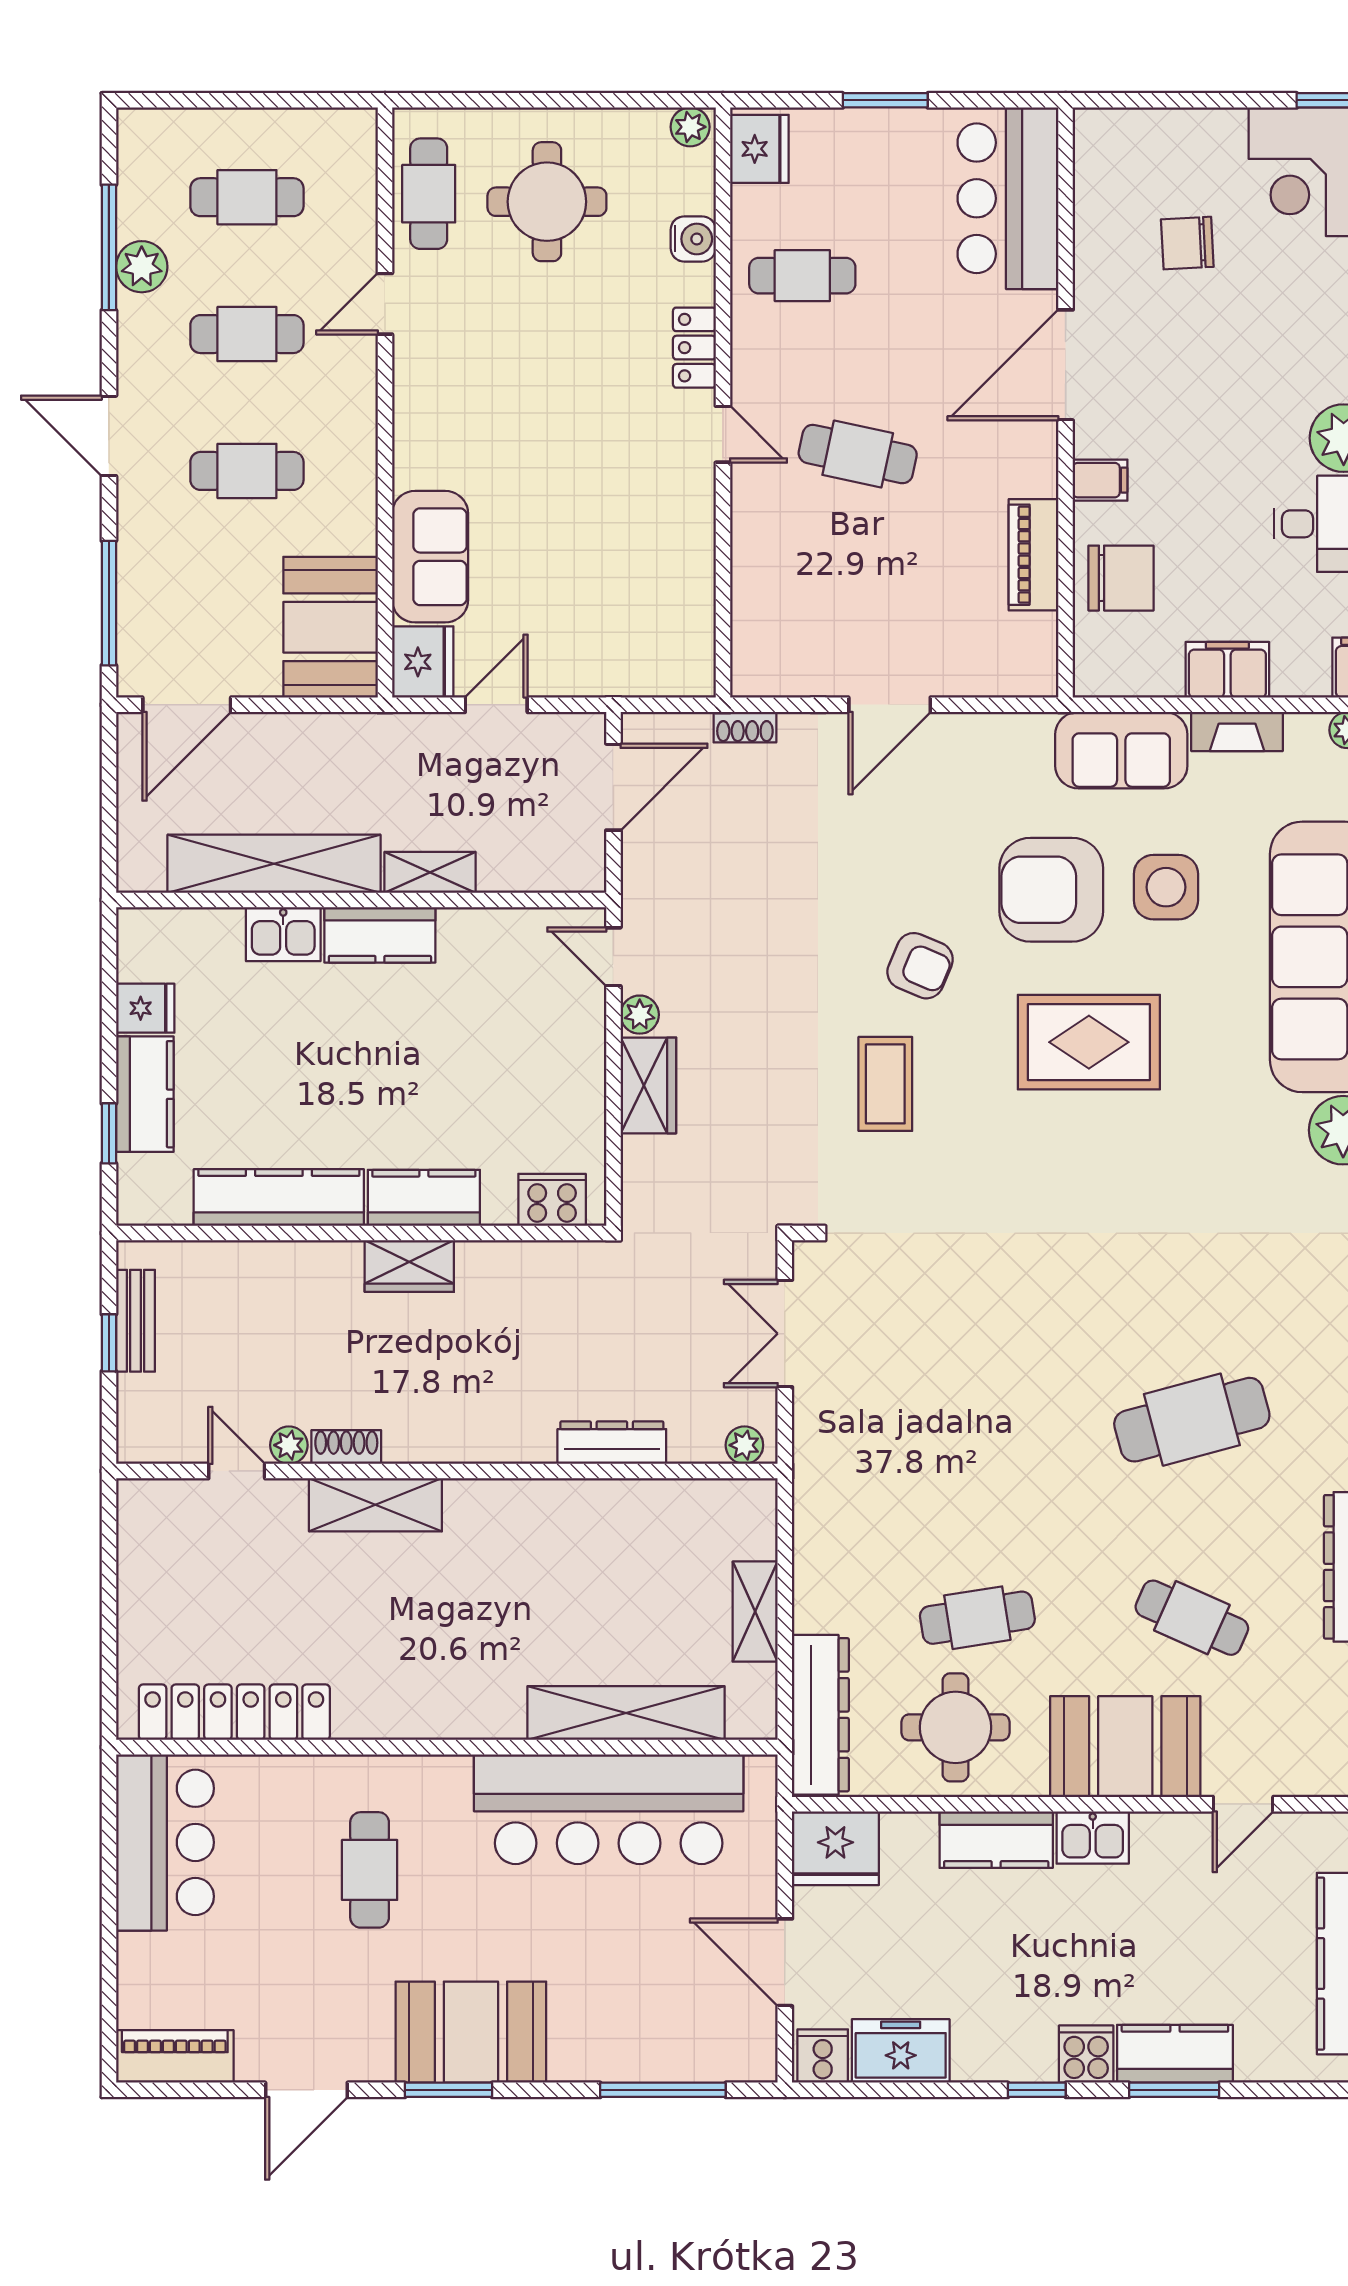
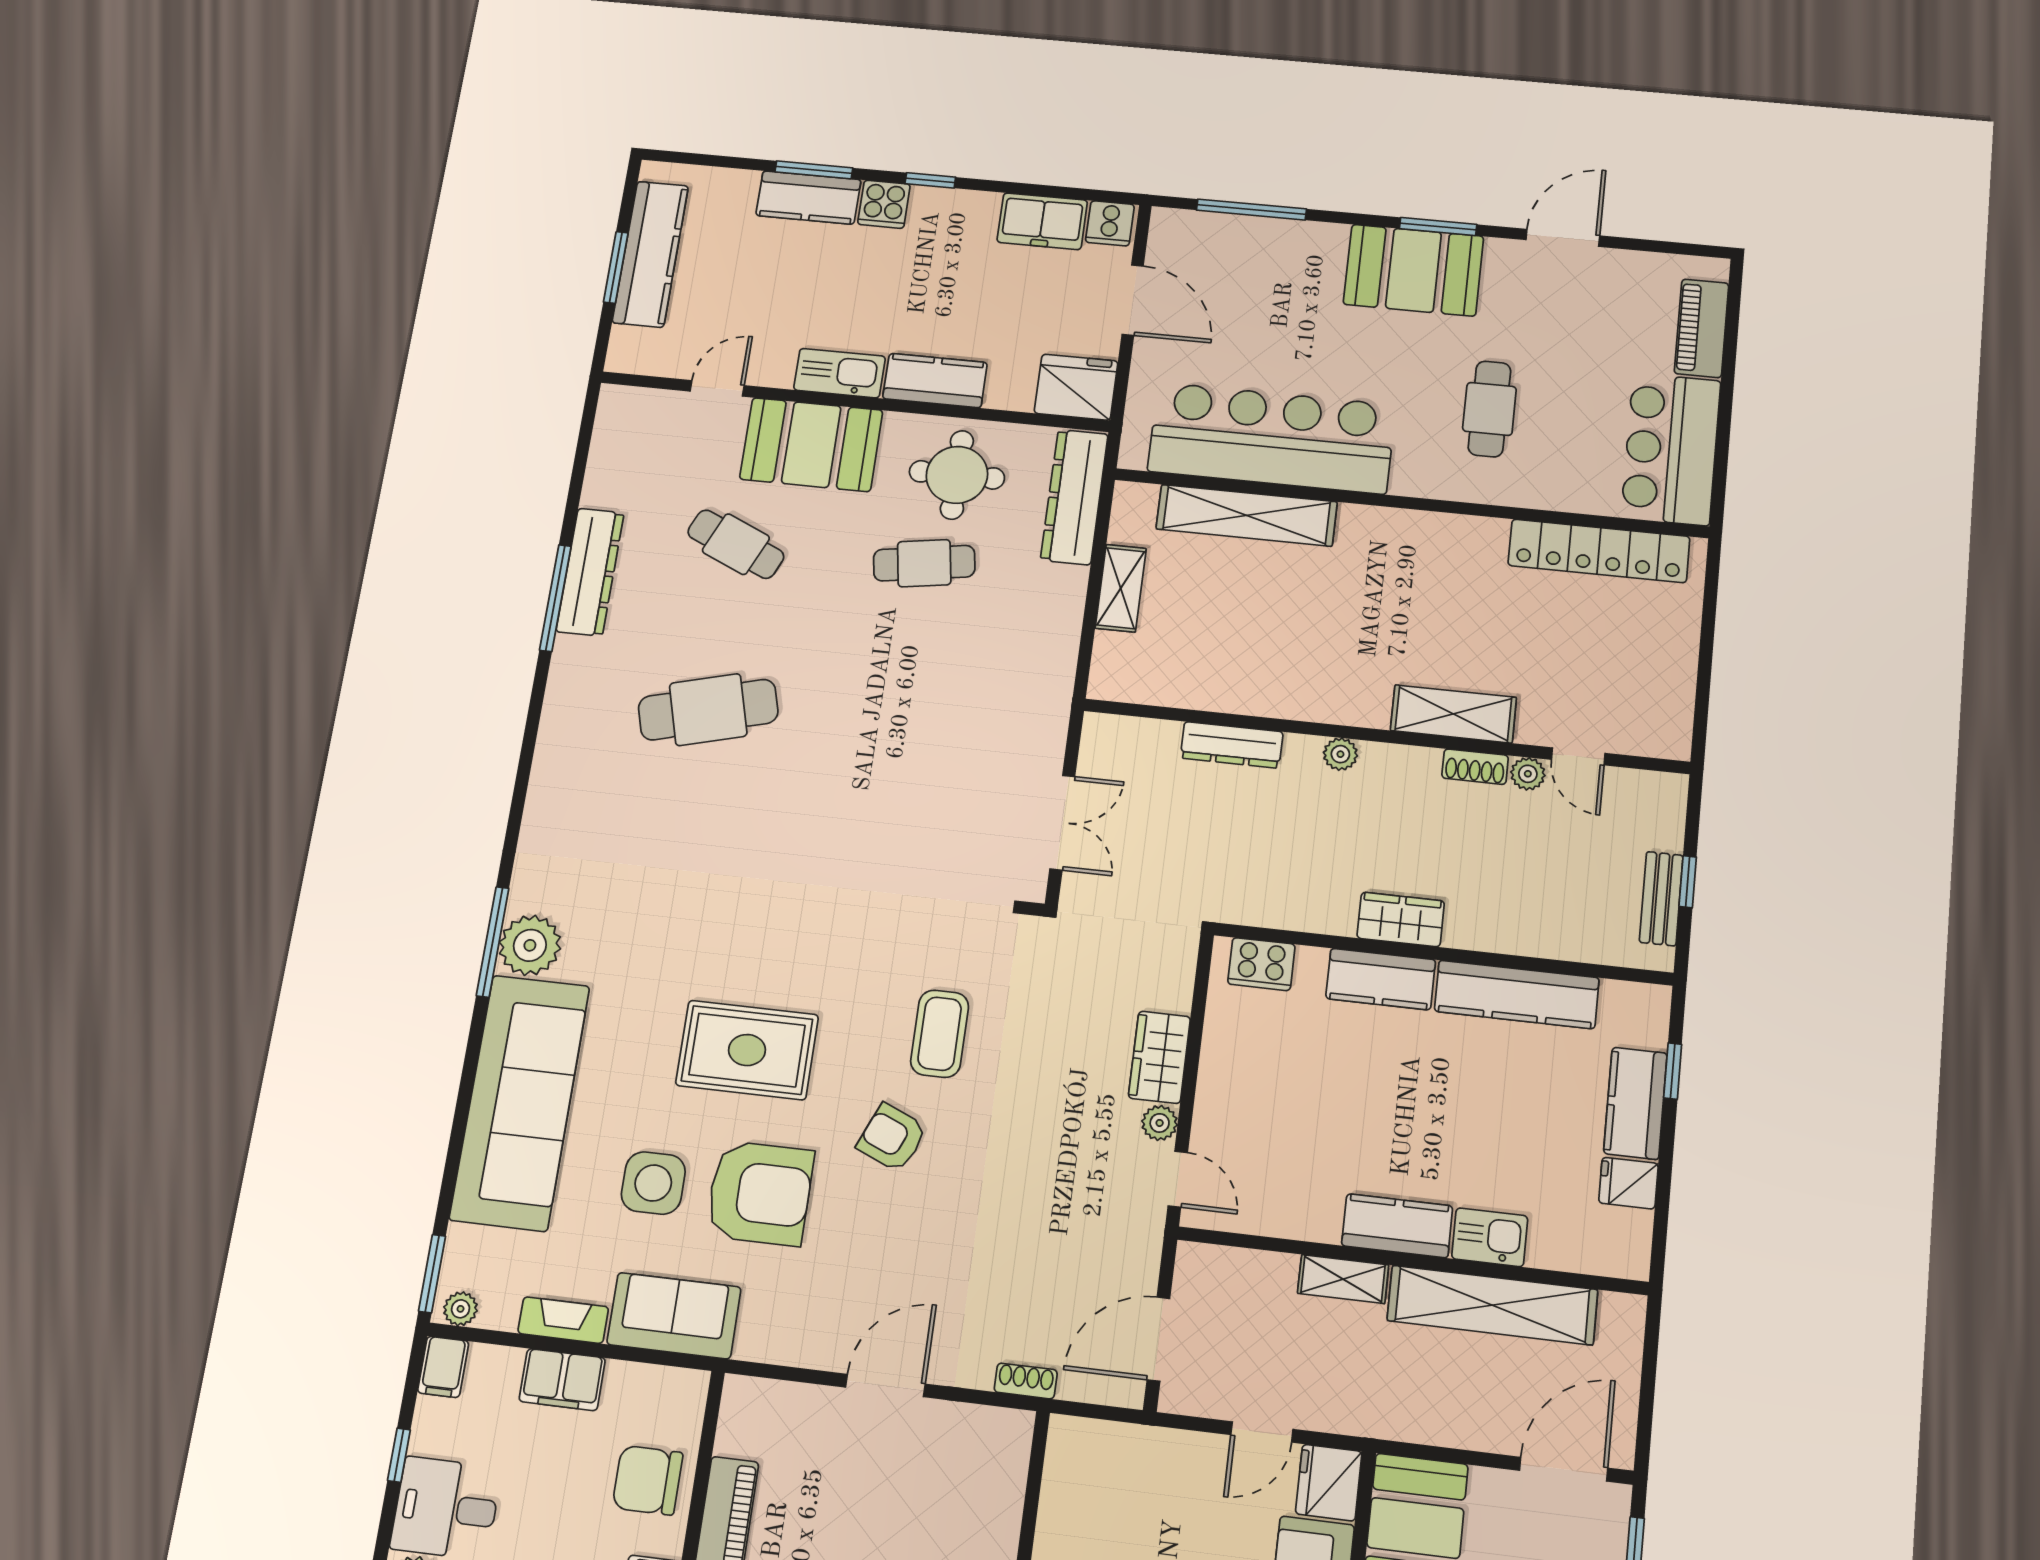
plant: (744, 1445) -> (1340, 754), moved
kitchen sink: (1093, 1838) -> (839, 373), width x1.38
piano: (175, 2056) -> (1702, 328), moved, turned 90

